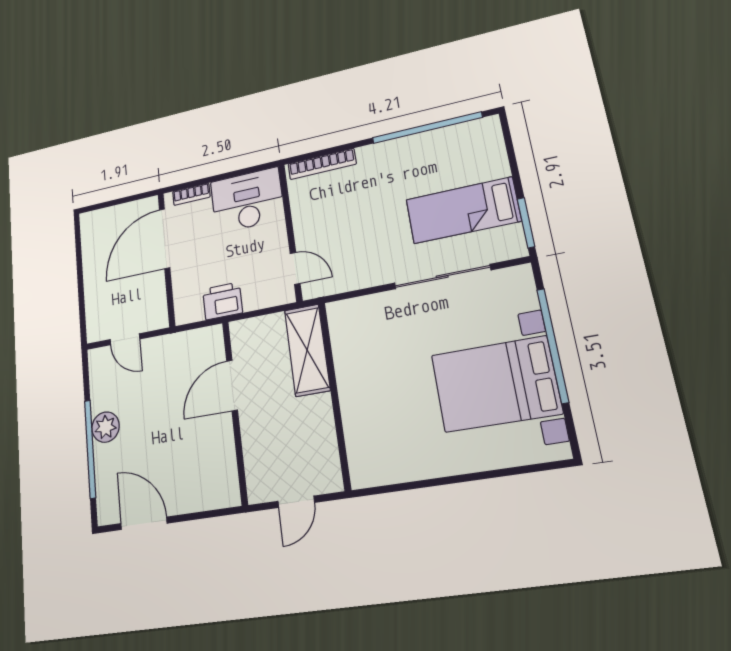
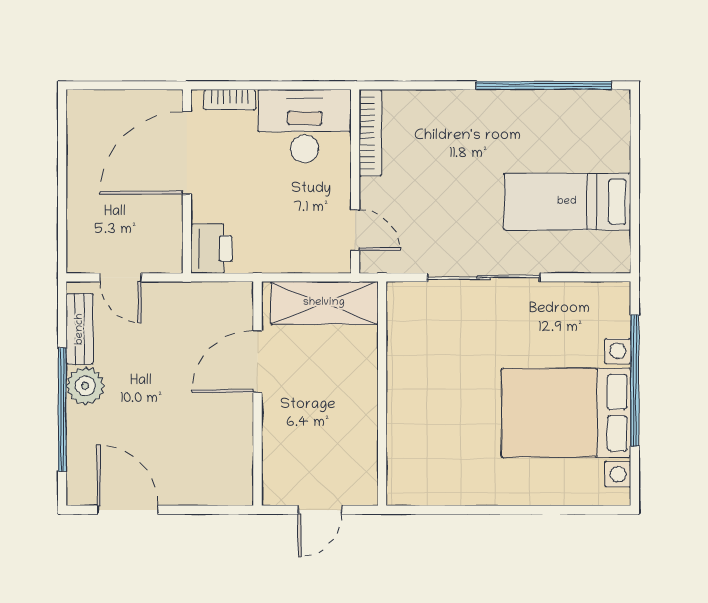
bookcase: (322, 164) -> (370, 133), moved, turned -90
window: (526, 223) -> (635, 233), removed
sliding door: (442, 277) -> (484, 277), moved
printer: (223, 301) -> (211, 249), moved, turned 90
shelving: (307, 350) -> (324, 303), moved, turned 90
bench: (99, 384) -> (80, 329), added

